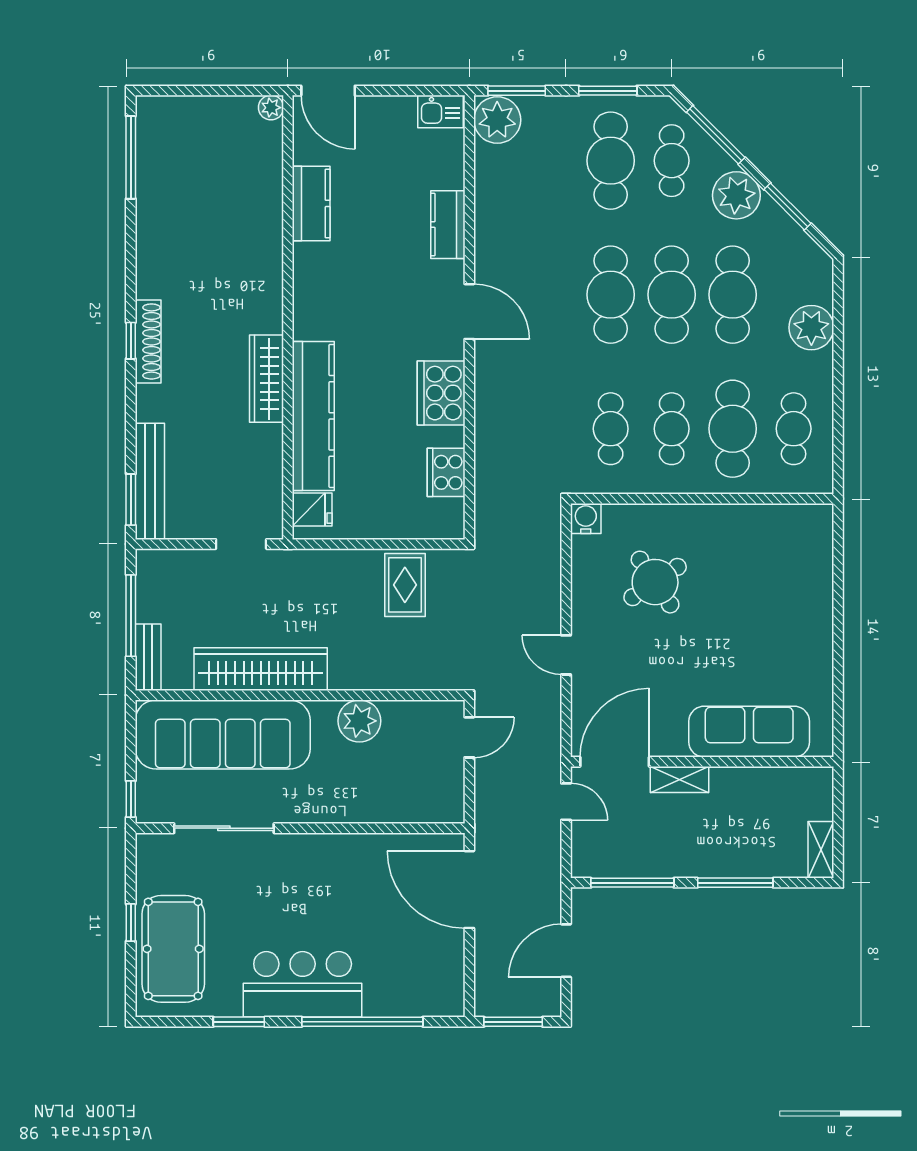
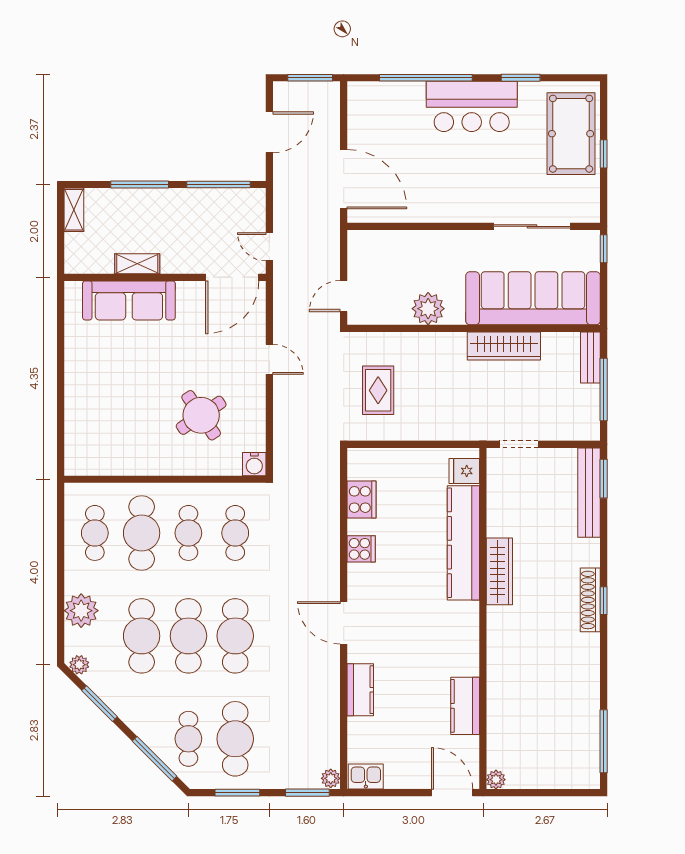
plant: (497, 120) -> (331, 778), width x0.53, depth x0.53
plant: (736, 195) -> (79, 665), moved, width x0.53, depth x0.53
cooker: (441, 393) -> (361, 549), width x0.53, depth x0.76
rug: (405, 585) -> (378, 390), moved
wardrobe: (261, 669) -> (504, 346), width x0.71, depth x0.85
shelving: (680, 779) -> (137, 264), moved

